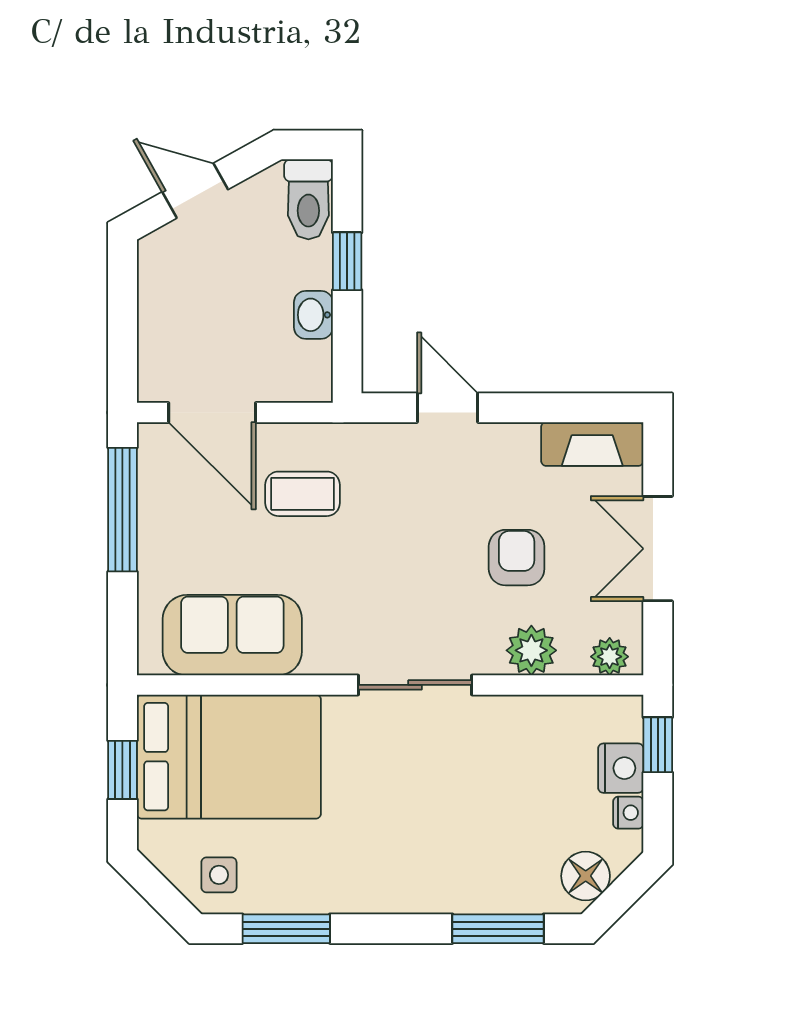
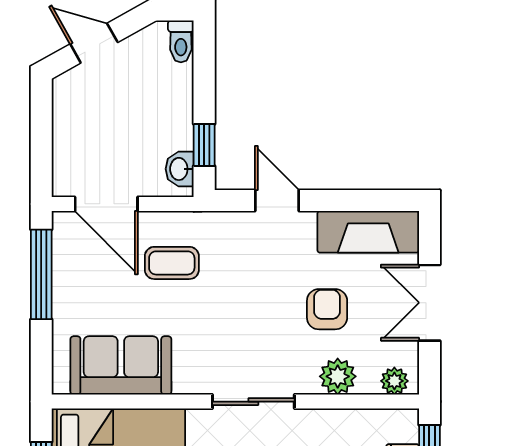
toilet: (308, 199) -> (181, 41), width x0.73, depth x0.72
window: (347, 261) -> (204, 145), moved
washbasin: (313, 315) -> (180, 169), moved
fireplace: (592, 444) -> (368, 232), width x1.37, depth x1.32

